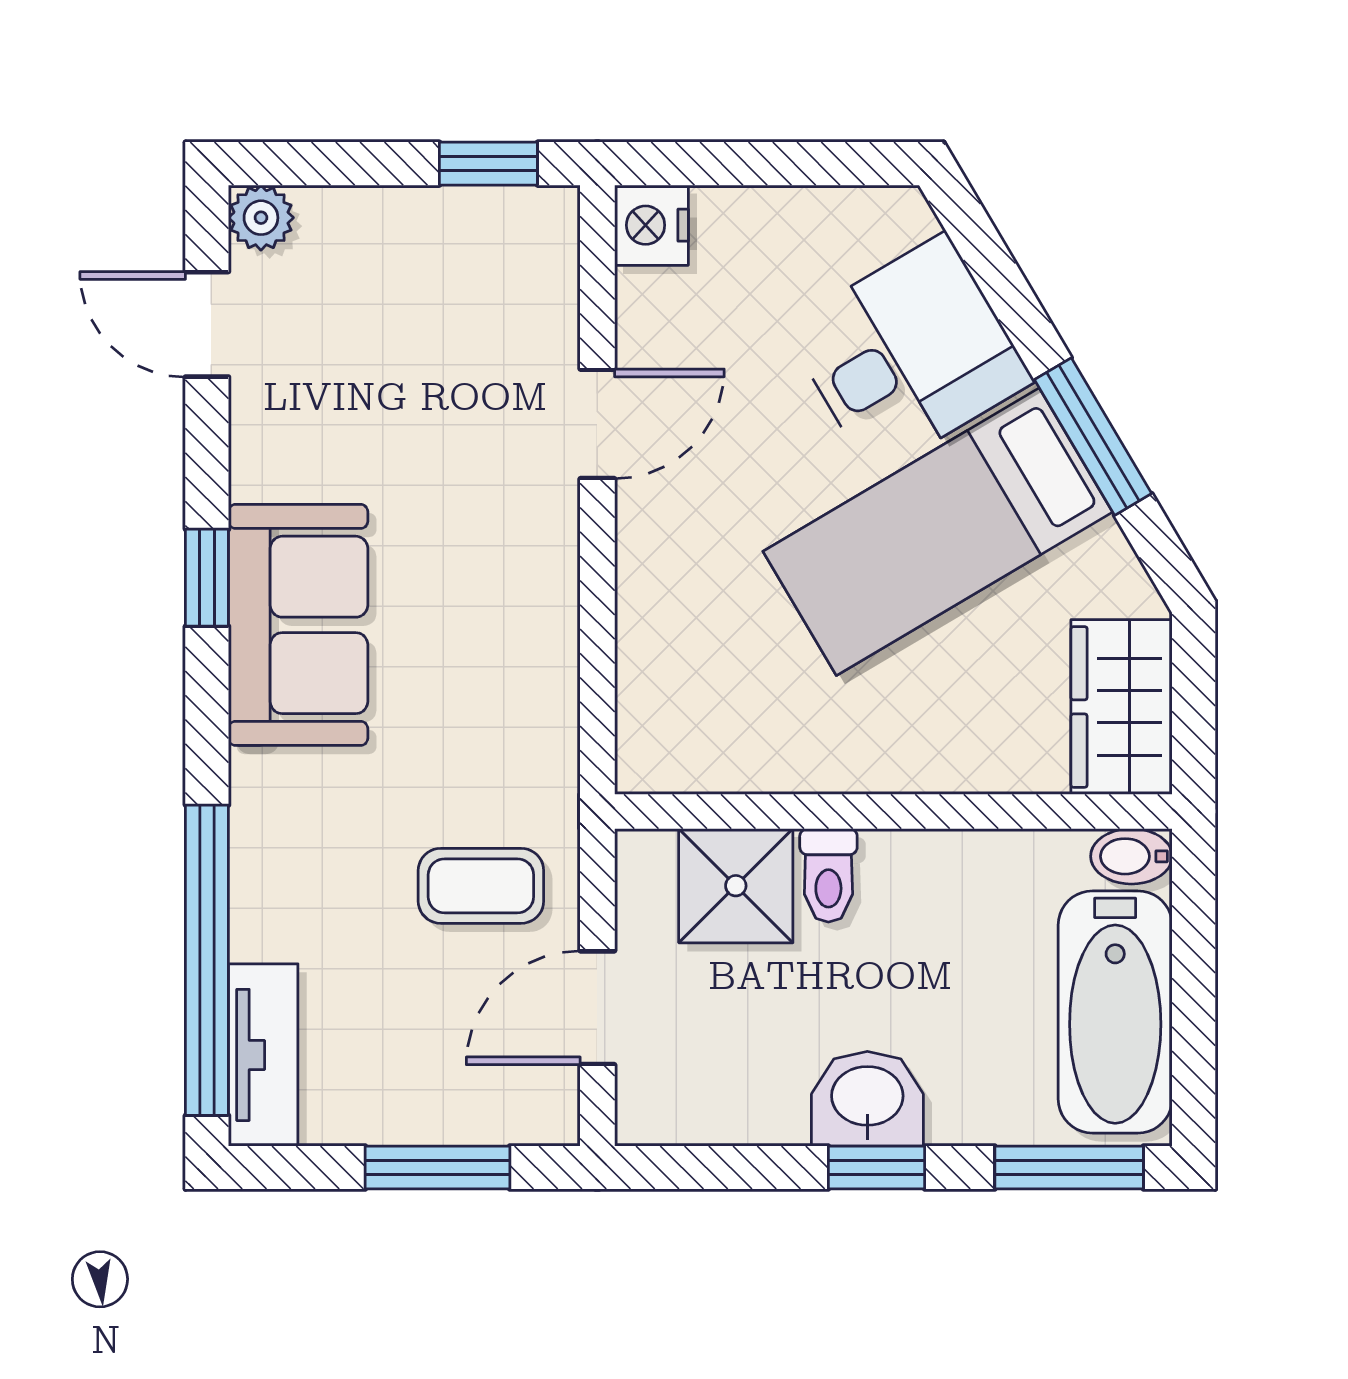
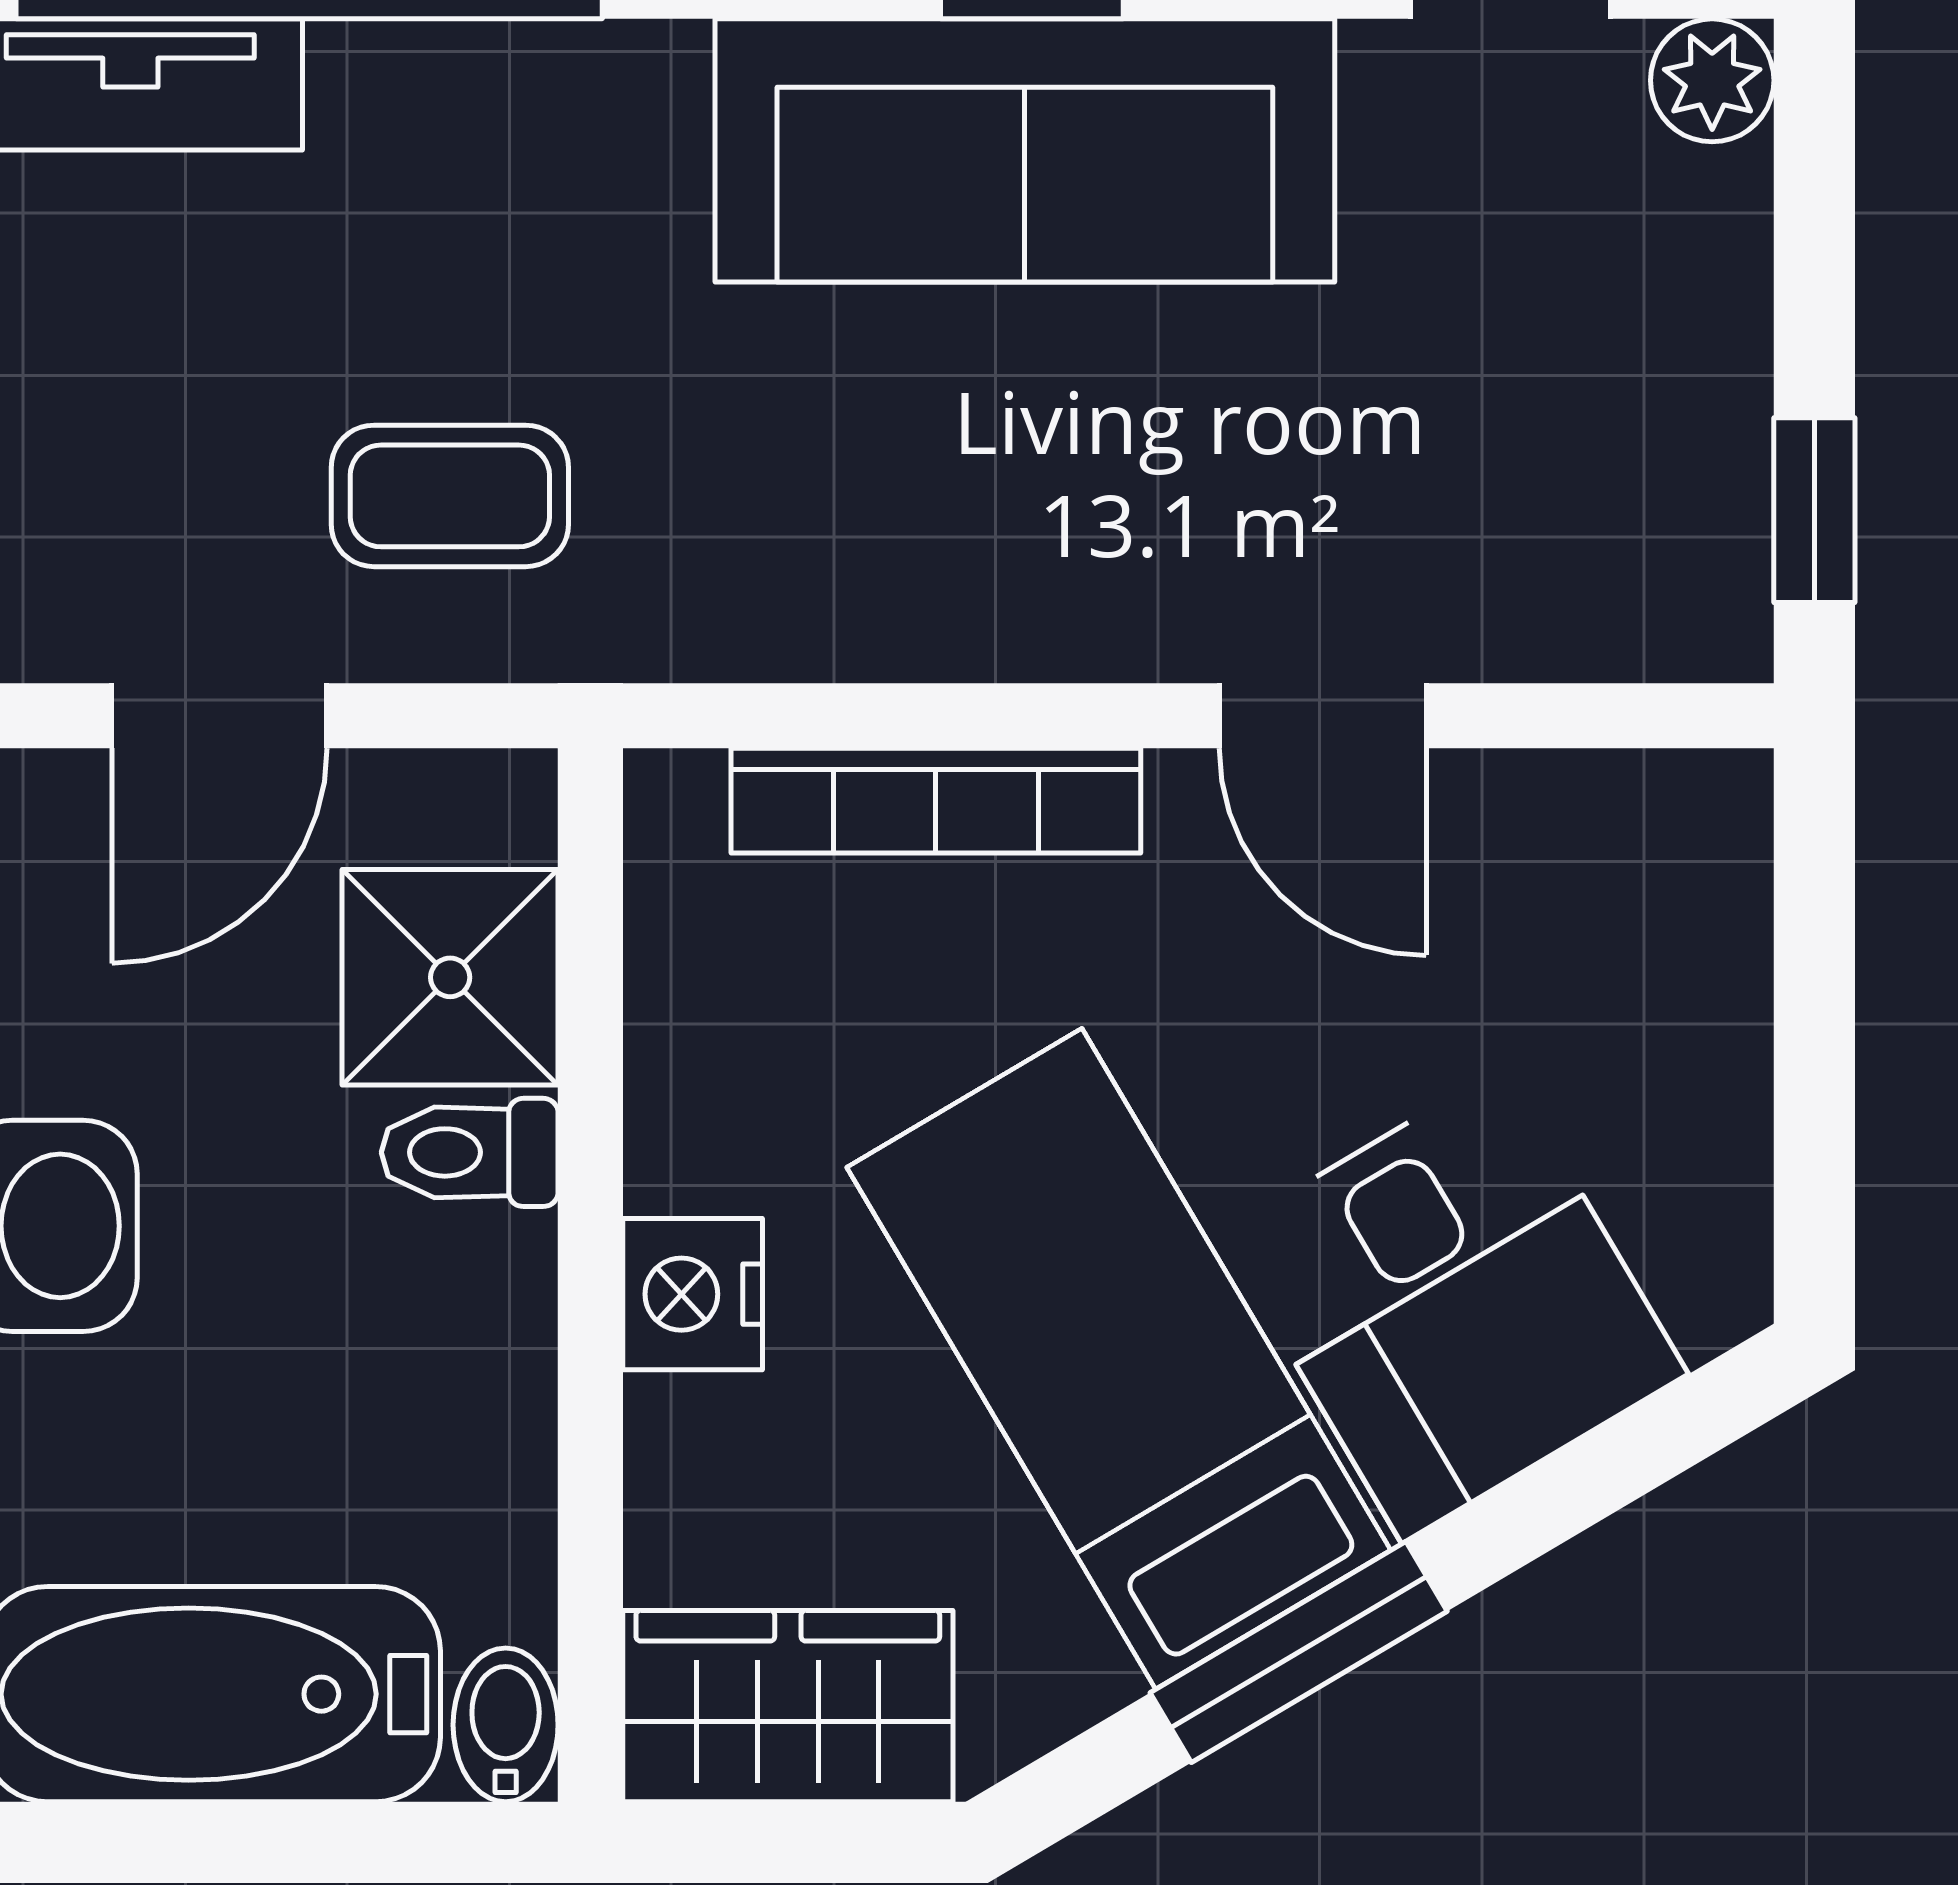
nightstand: (651, 225) -> (693, 1294), moved, turned -90
sofa: (298, 625) -> (1025, 150), width x1.36
bookcase: (642, 629) -> (936, 801), added
coffee table: (481, 886) -> (450, 496), turned 90
door: (597, 1008) -> (219, 716), swing flipped

